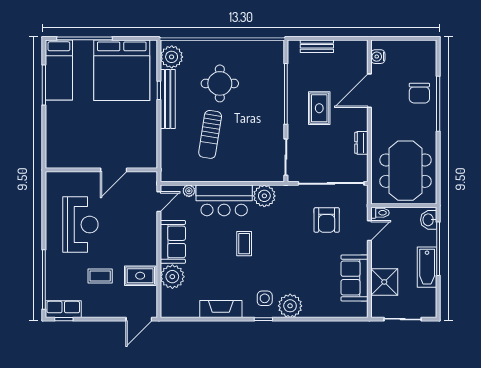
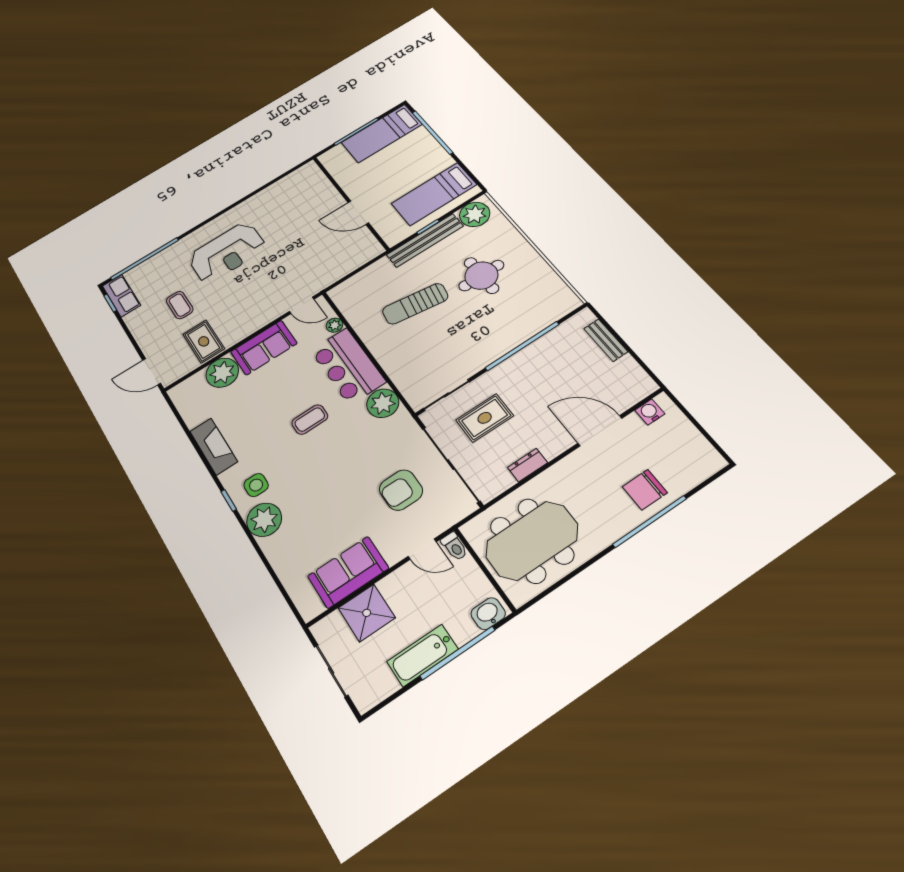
bed: (122, 70) -> (434, 194), width x0.49
rug: (319, 108) -> (485, 418), moved
wall: (101, 170) -> (350, 203), moved
door: (114, 170) -> (358, 213), moved

